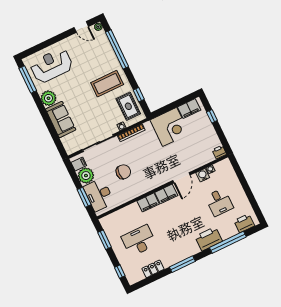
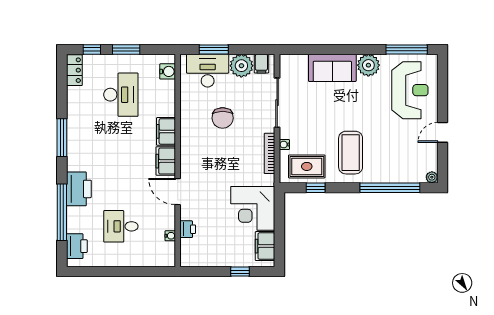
door: (81, 27) -> (442, 132), moved
printer: (219, 152) -> (188, 229), moved
water cooler: (203, 175) -> (168, 71), moved
window: (104, 240) -> (126, 49), moved
locker: (153, 269) -> (74, 70), moved

